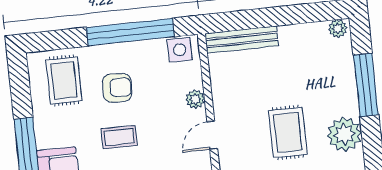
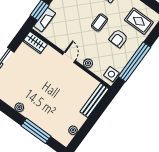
plant: (338, 28) -> (73, 130), moved
rug: (288, 132) -> (45, 86), removed
plant: (344, 134) -> (19, 107), width x0.53, depth x0.53

